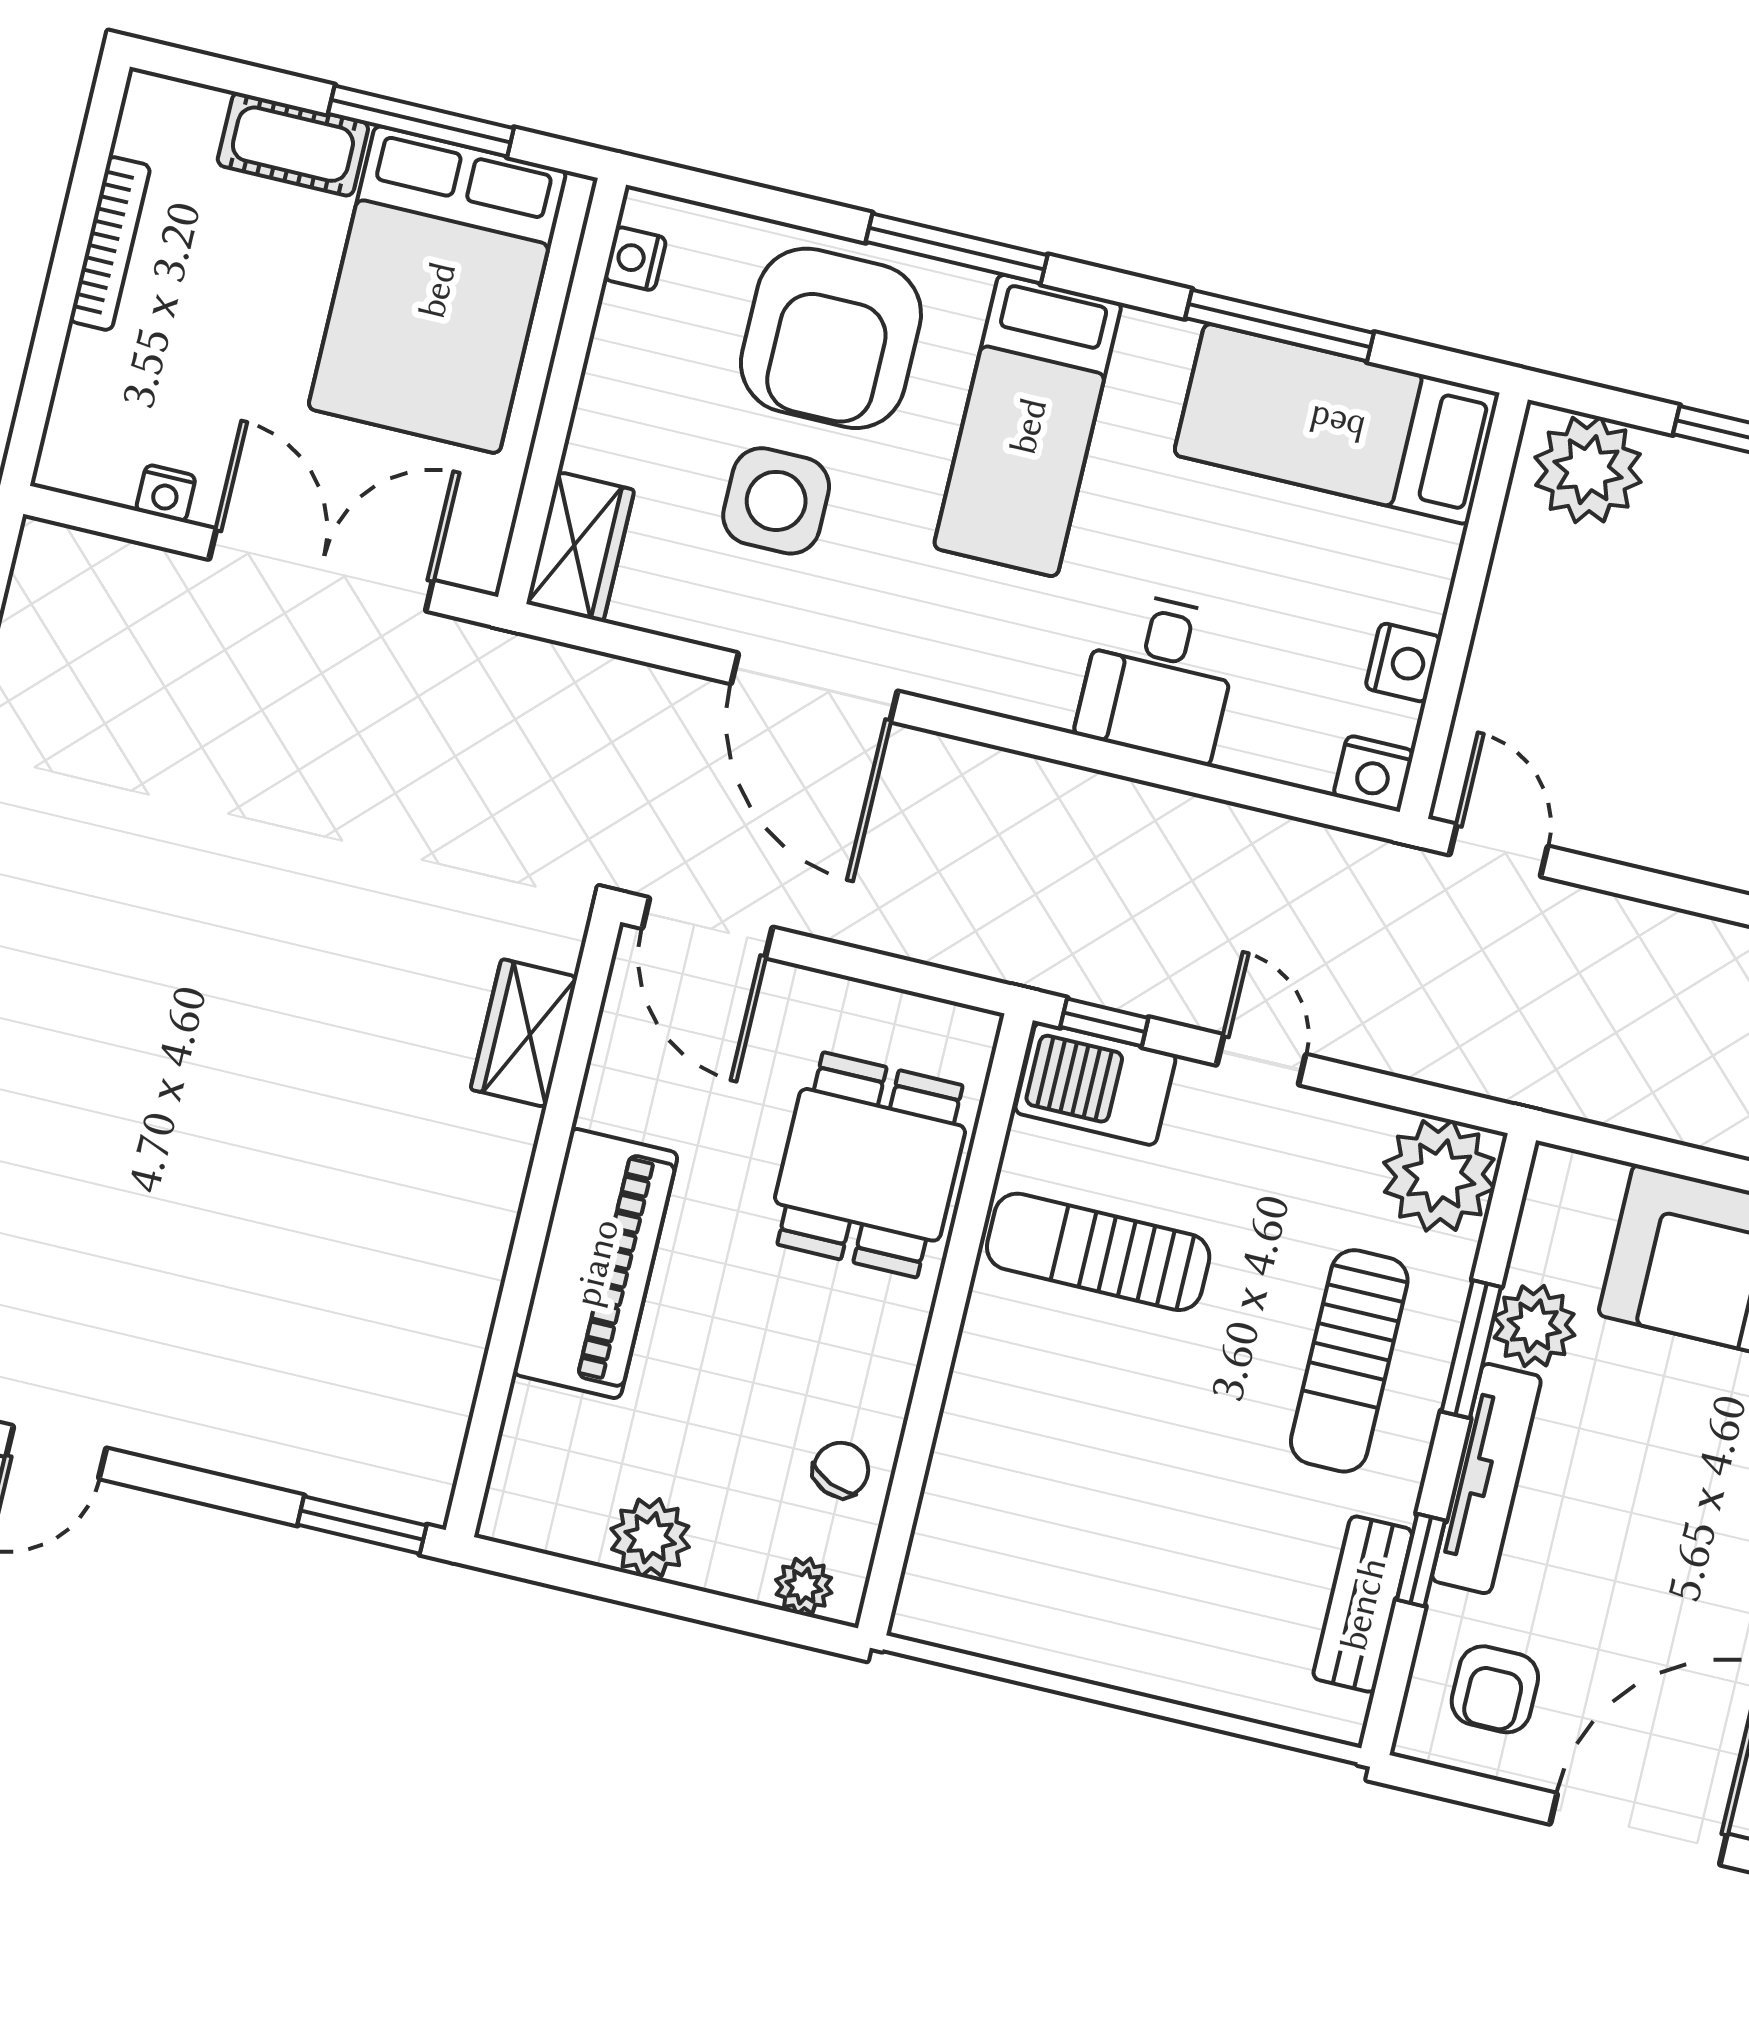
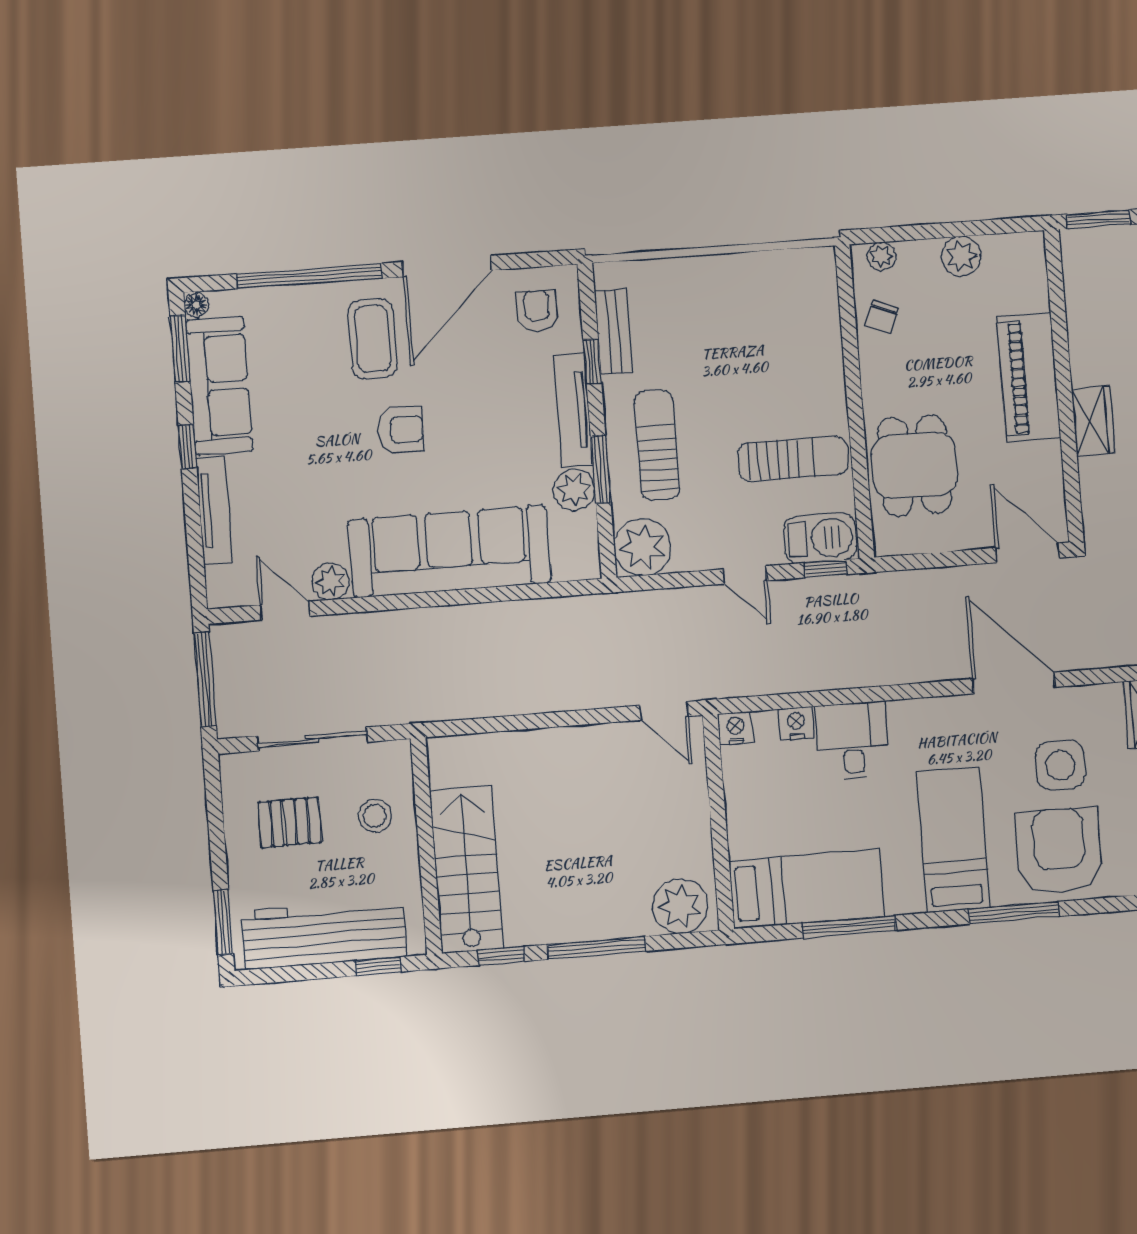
nightstand: (1403, 663) -> (796, 723), moved, turned 90
wardrobe: (524, 1033) -> (1093, 421), moved

